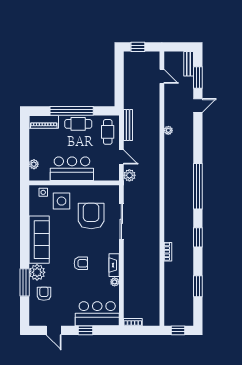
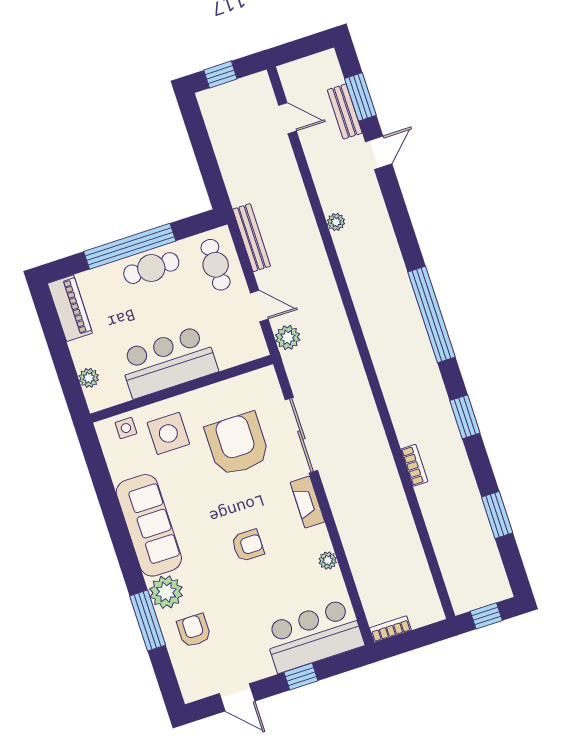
bench: (189, 64) -> (345, 111), moved
piano: (44, 122) -> (70, 308), moved, turned -90
fireplace: (114, 265) -> (307, 502), moved

